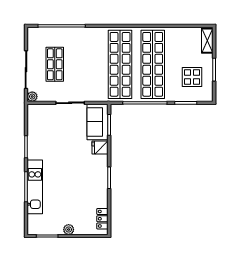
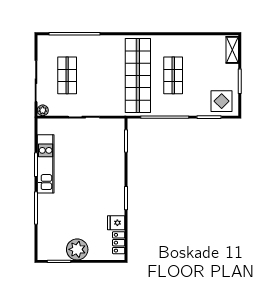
shop shelf: (153, 64) -> (173, 75), width x0.50, depth x0.74
display table: (192, 77) -> (222, 101), moved
sofa: (97, 122) -> (113, 138), removed
fridge: (100, 147) -> (116, 223), moved
kitchen unit: (35, 187) -> (46, 164), moved
plant: (69, 230) -> (77, 249), width x1.88, depth x1.88

